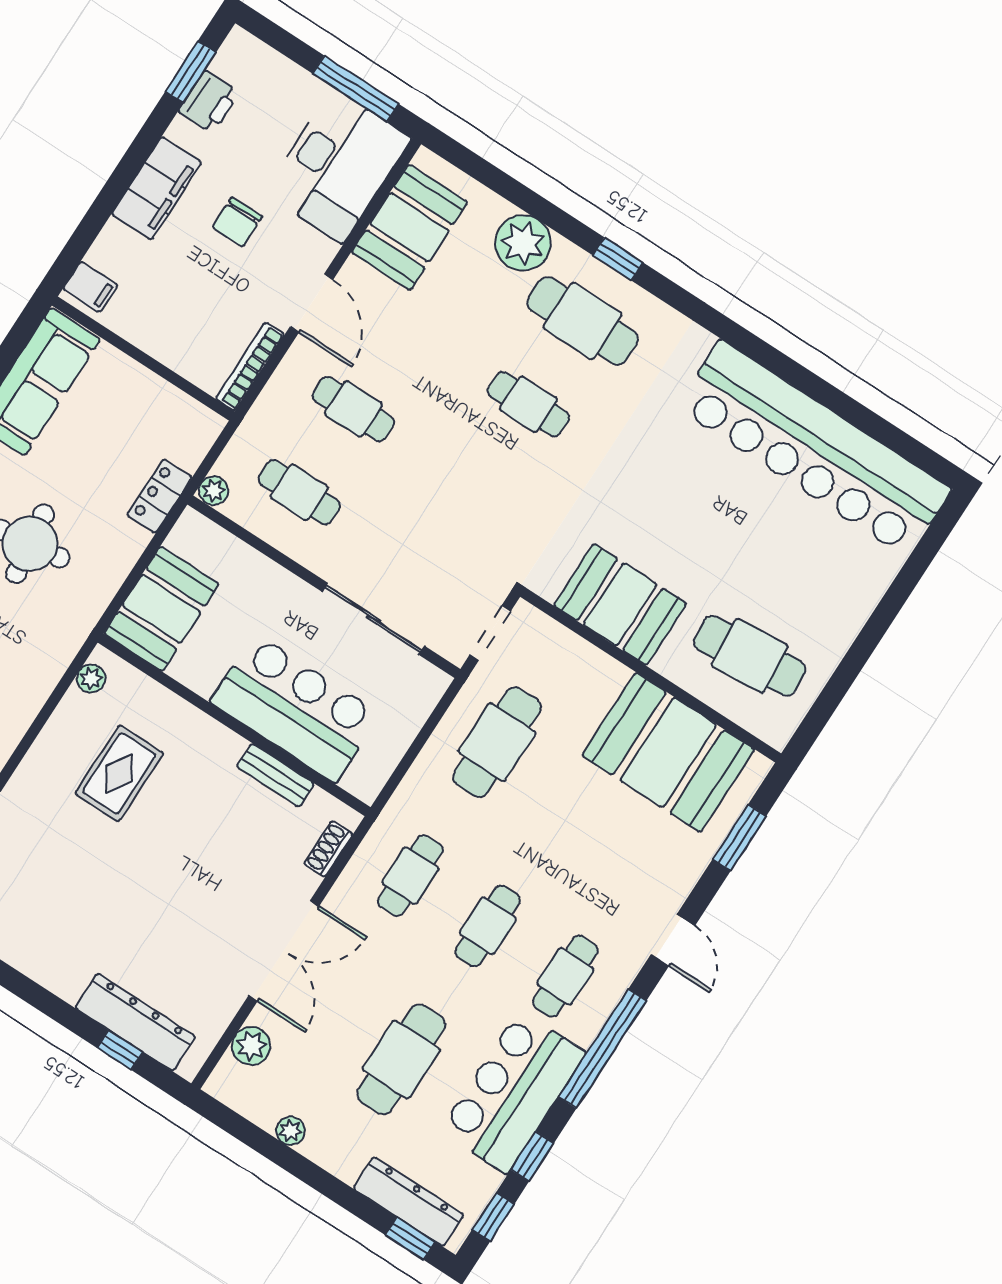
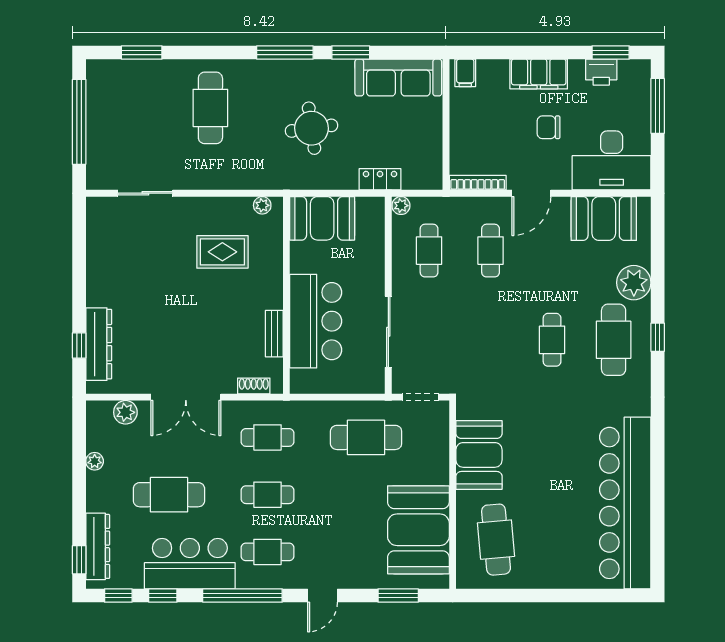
window: (356, 89) -> (658, 106), moved

